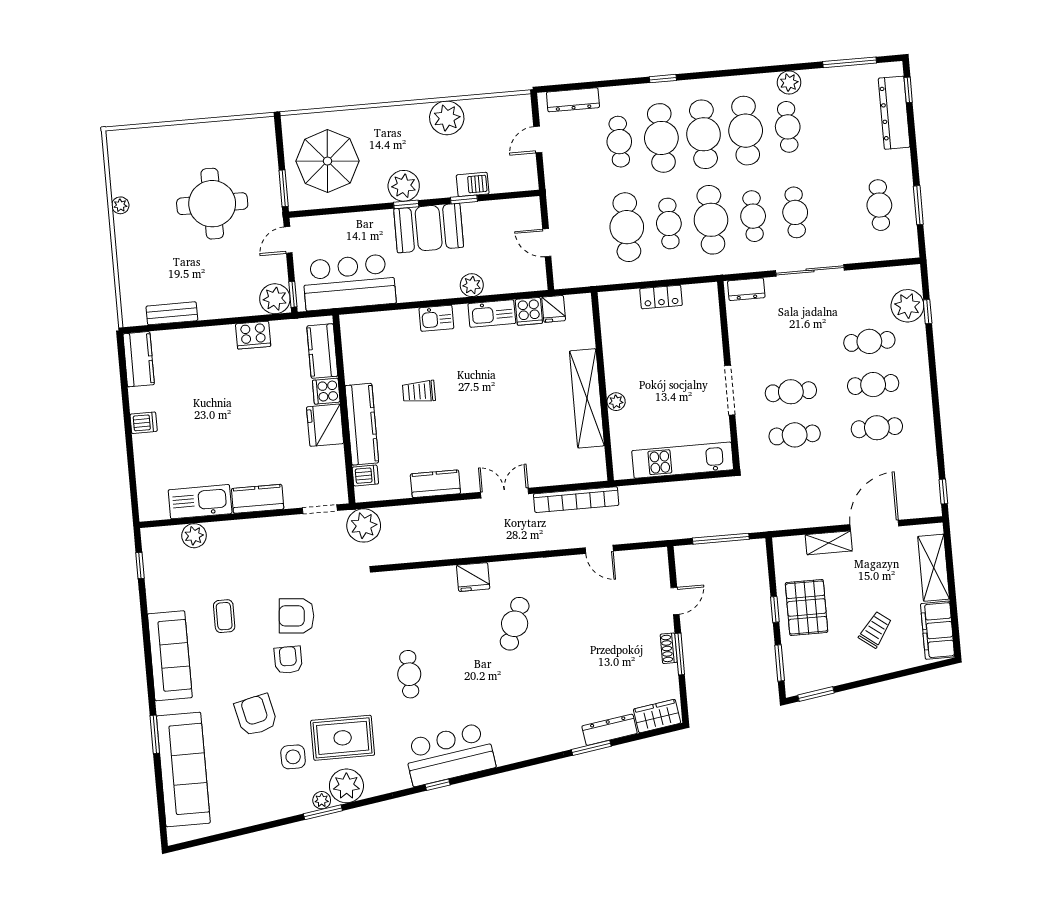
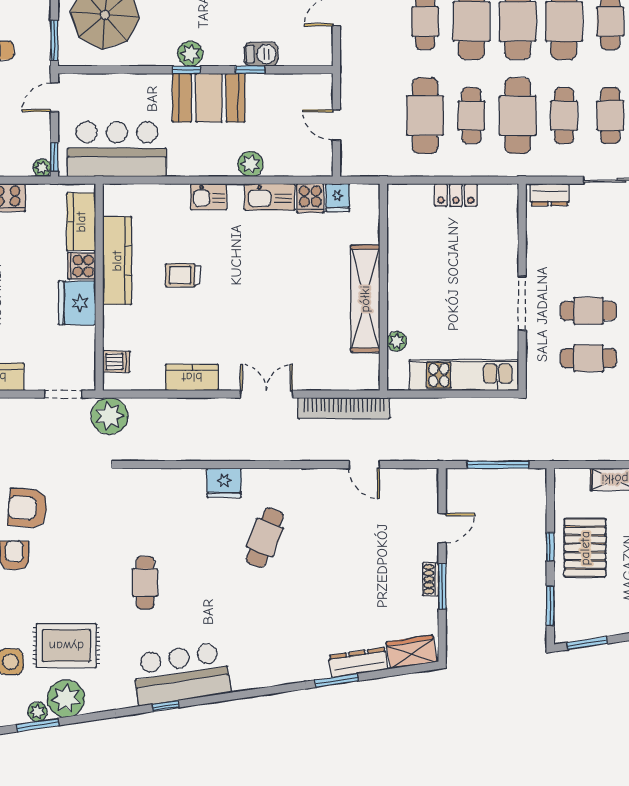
plant: (404, 186) -> (190, 54), width x0.73, depth x0.73
plant: (275, 299) -> (42, 168), width x0.53, depth x0.53
plant: (616, 402) -> (397, 341), moved
kitchen counter: (362, 424) -> (117, 261), moved

